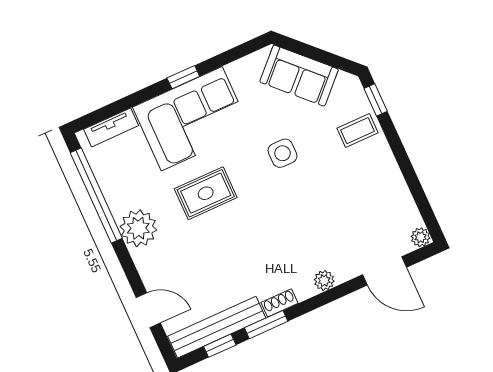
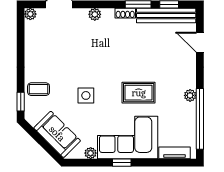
plant: (236, 70) -> (91, 153), added
plant: (138, 228) -> (190, 95), width x0.53, depth x0.53

